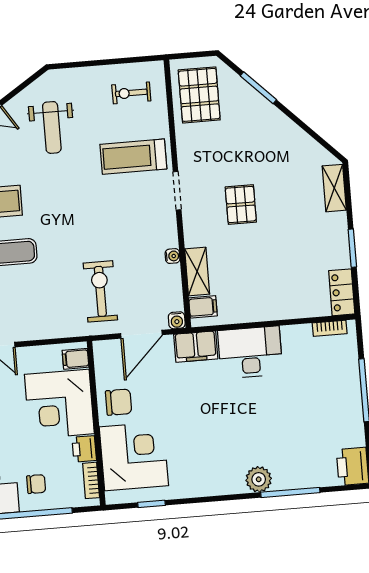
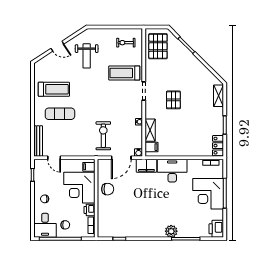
corner desk: (134, 456) -> (208, 194), moved, turned 180

